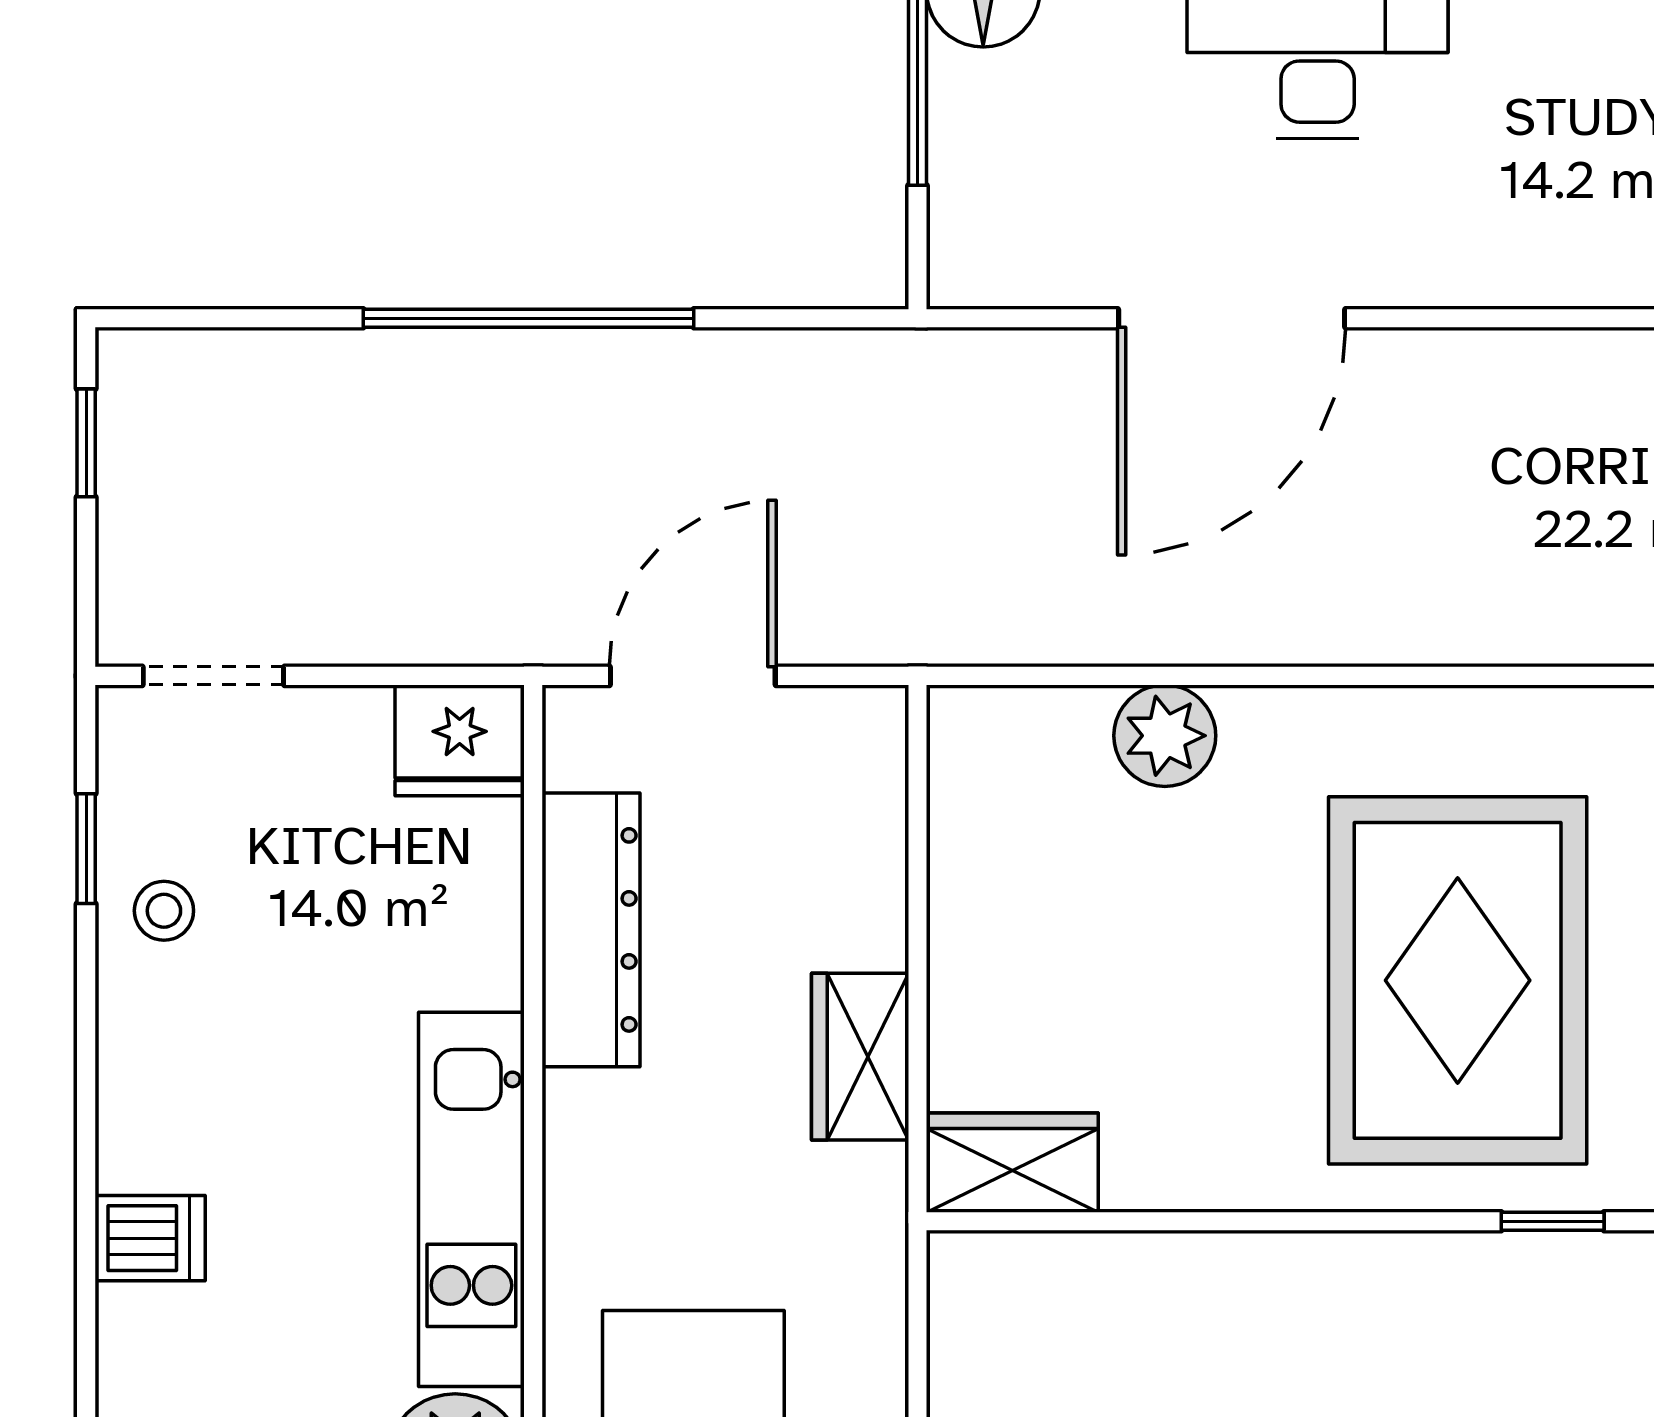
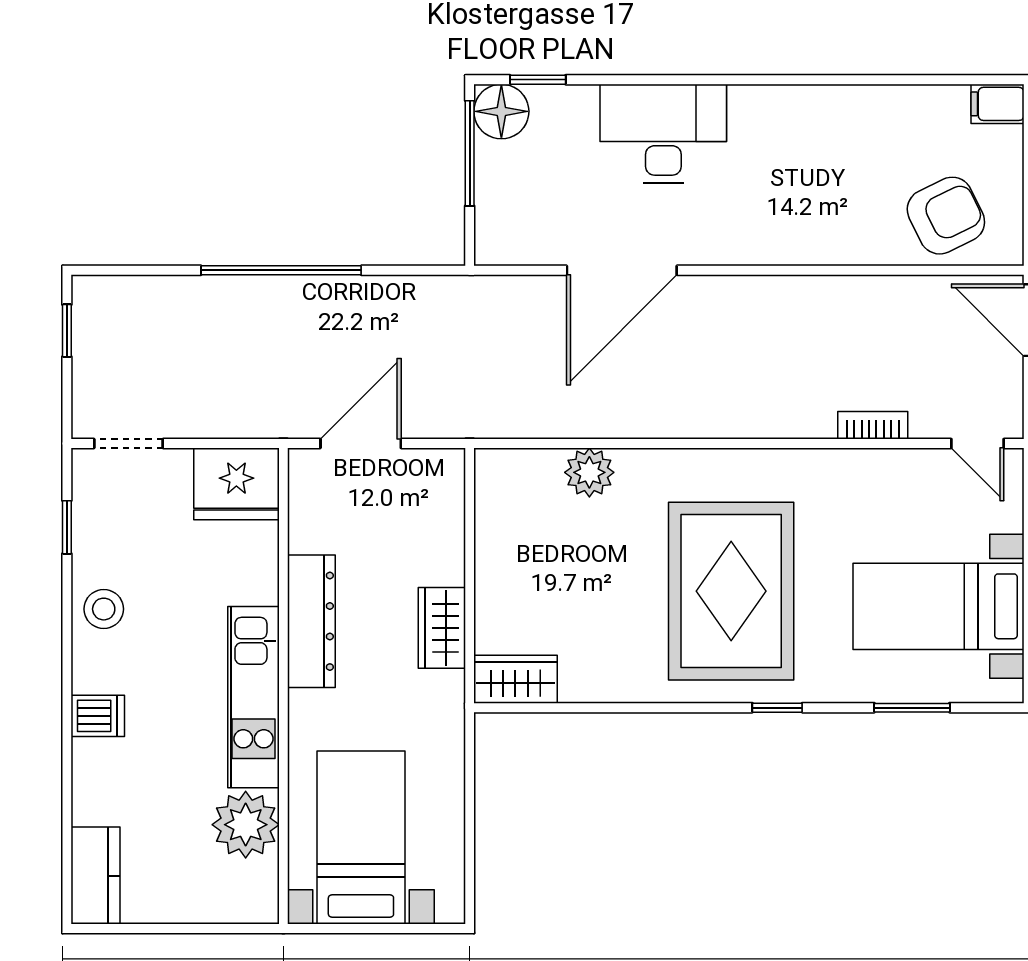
fridge: (460, 740) -> (236, 484), width x1.36, depth x1.34
stool: (164, 911) -> (104, 609), moved, width x1.37, depth x1.37
dresser: (591, 930) -> (311, 621), moved

